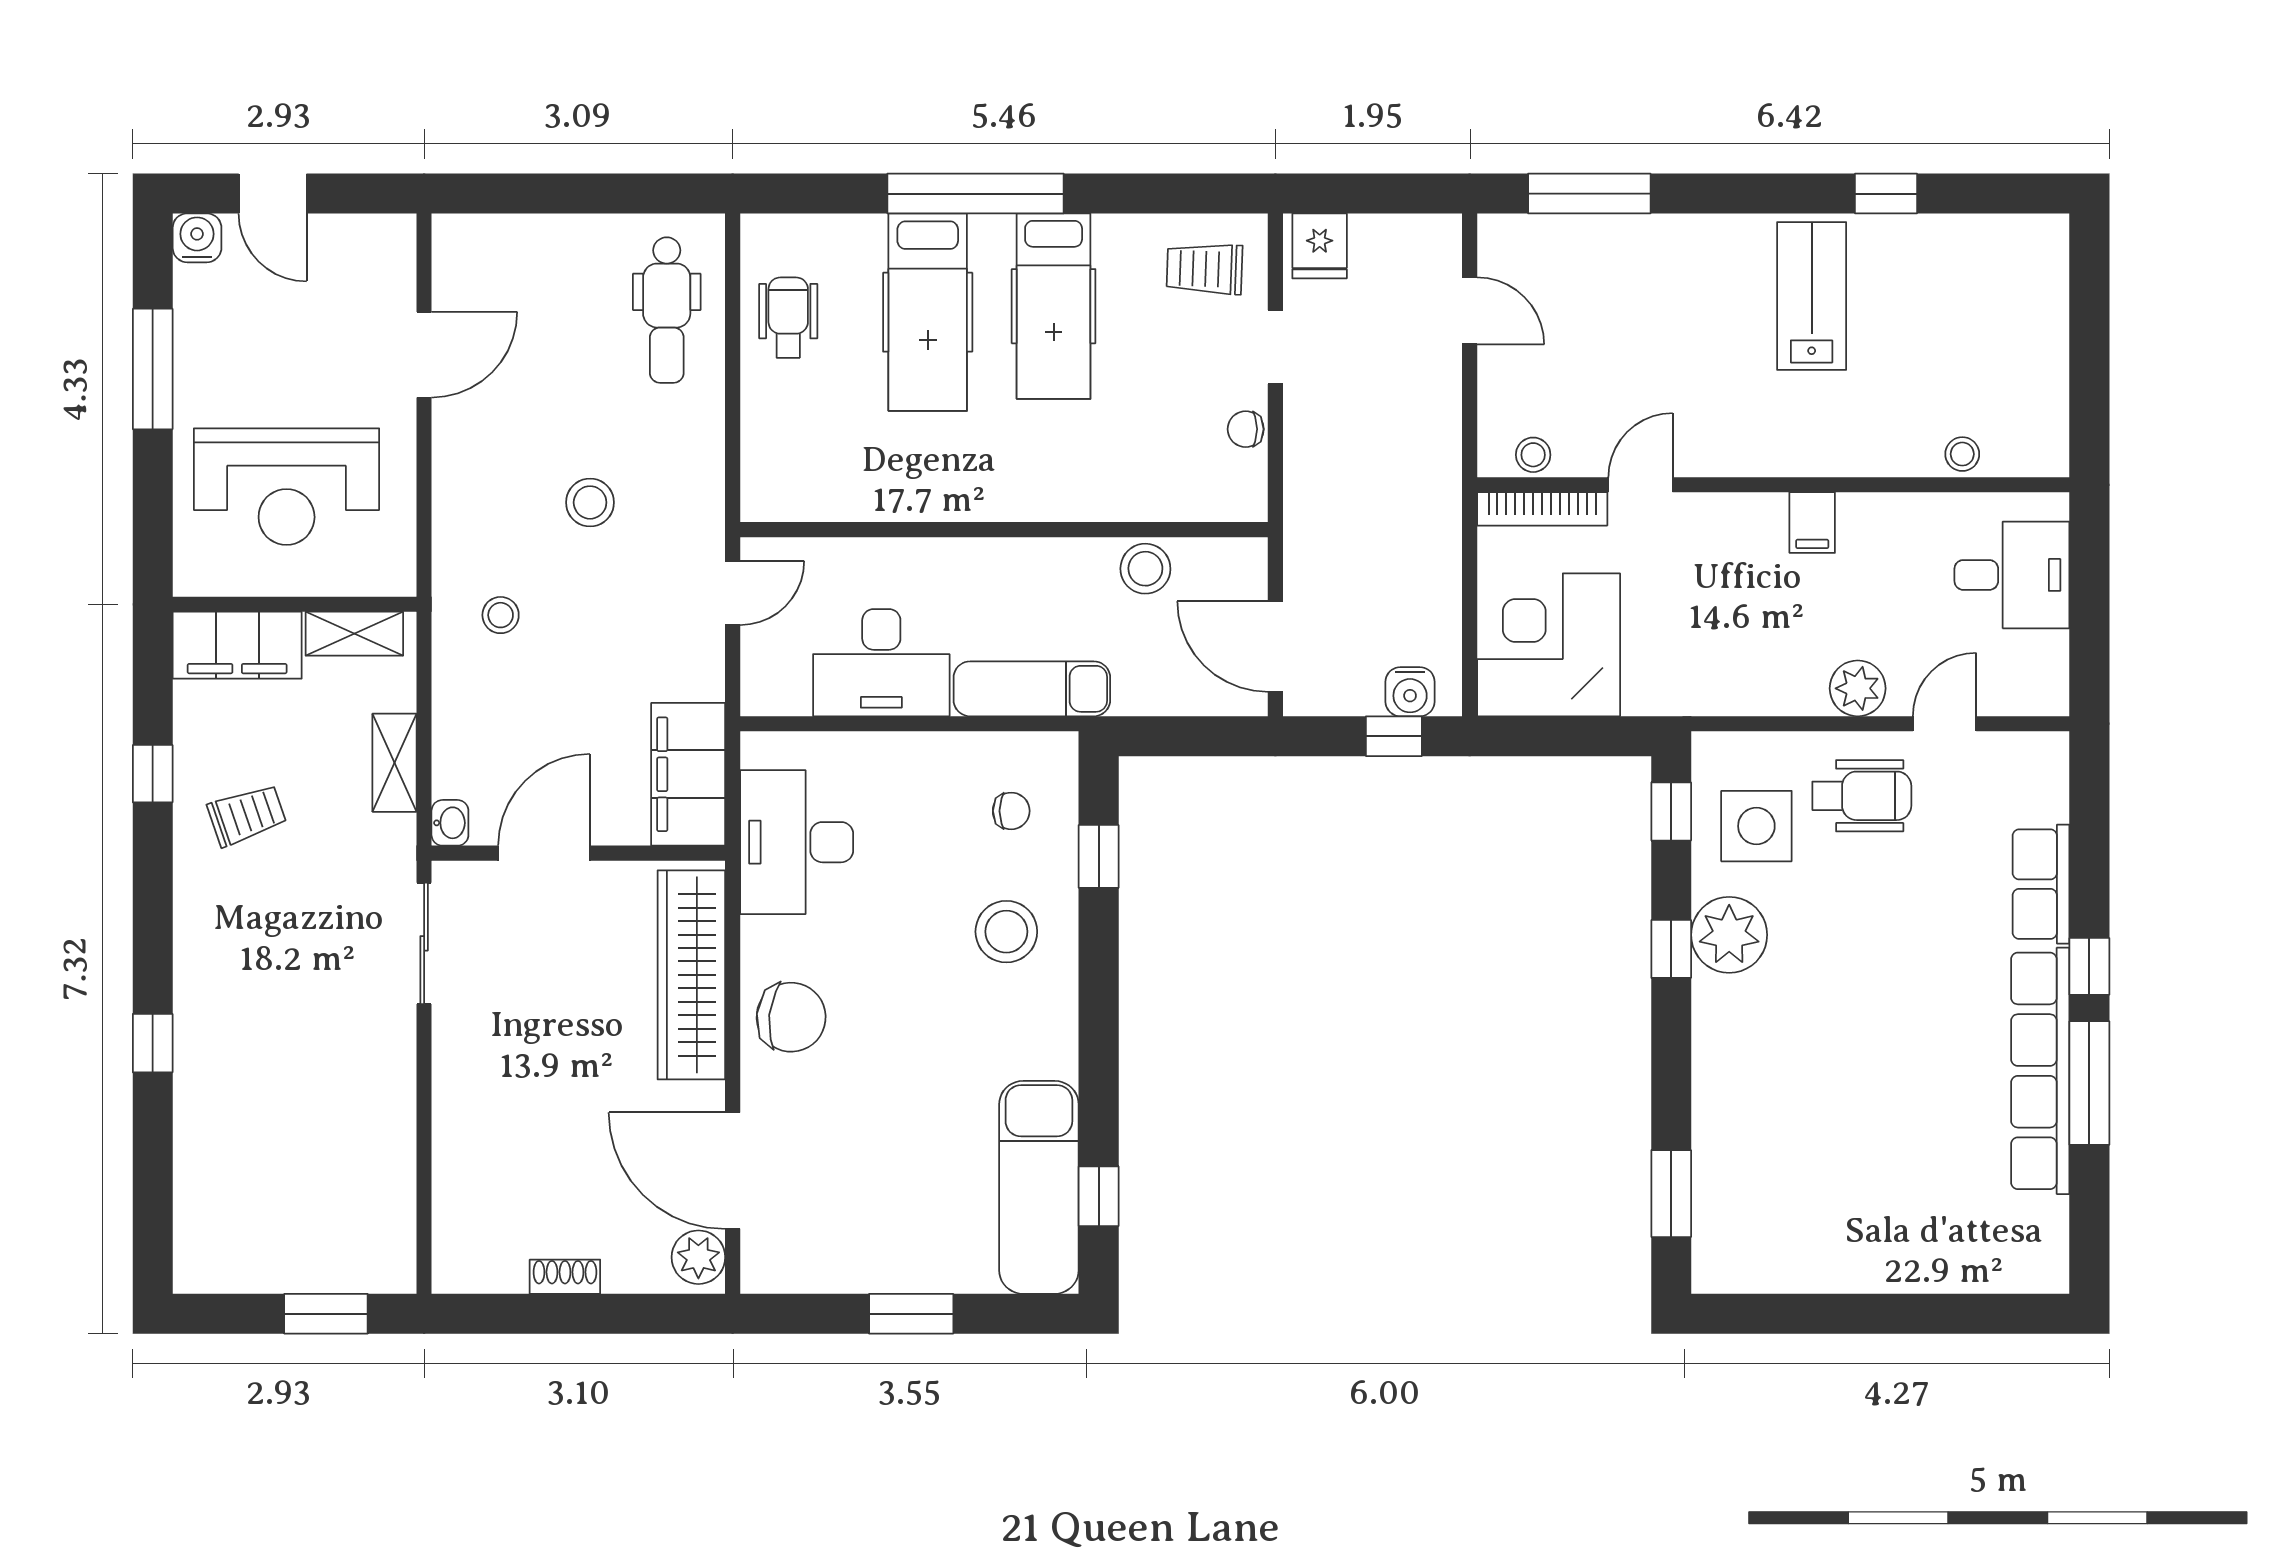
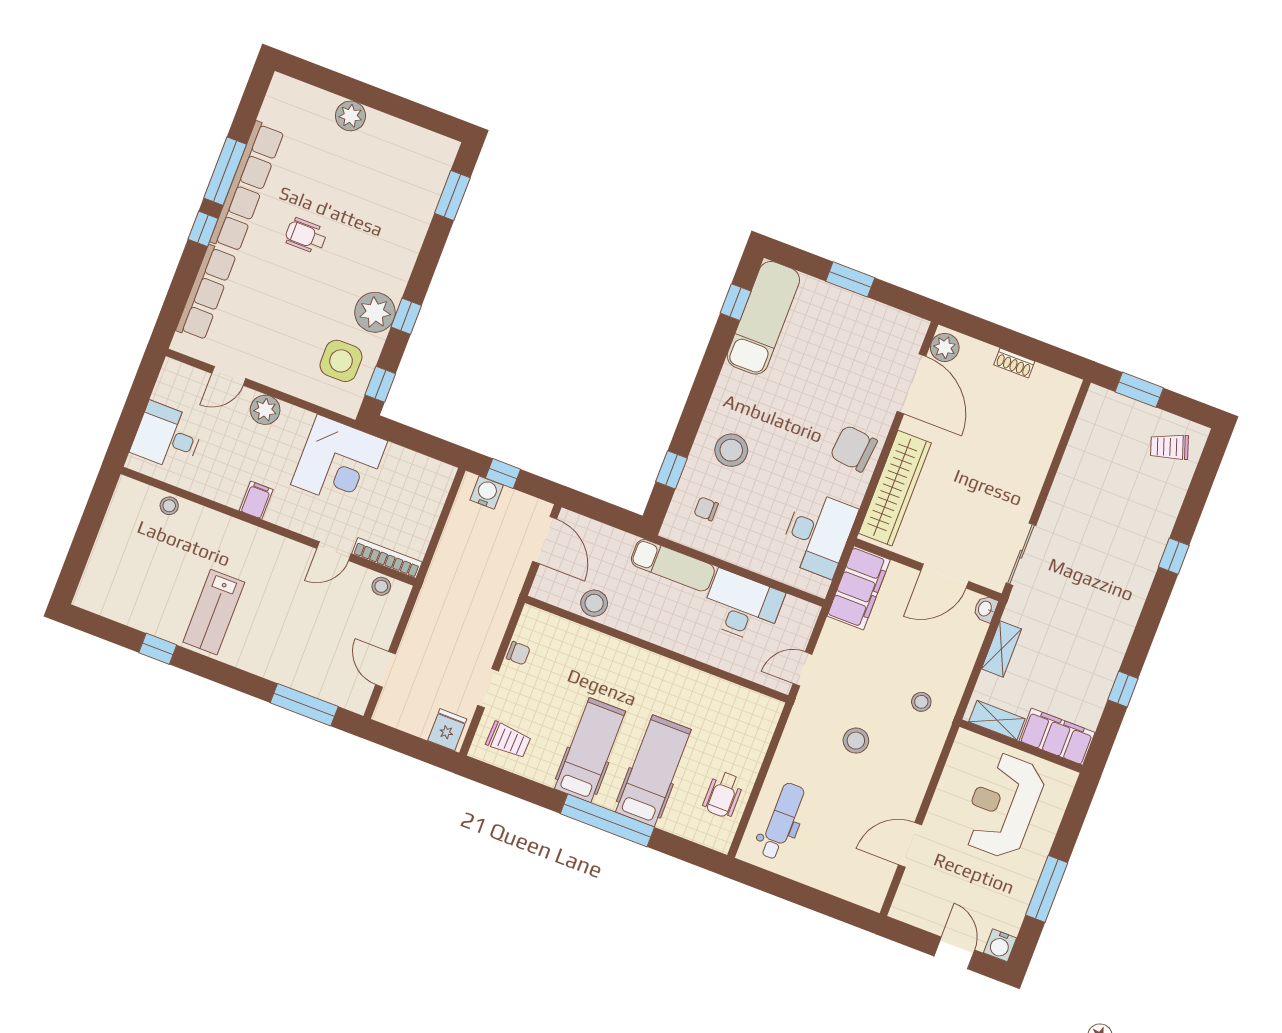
reception desk: (287, 487) -> (1003, 806), turned -90
corner desk: (1549, 645) -> (339, 463), moved
wheelchair: (1862, 796) -> (306, 236), moved, width x0.73, depth x0.73
trolley: (247, 815) -> (1169, 447), moved
row of seats: (2041, 884) -> (206, 293), width x1.48
plant: (1905, 1265) -> (350, 116), added

